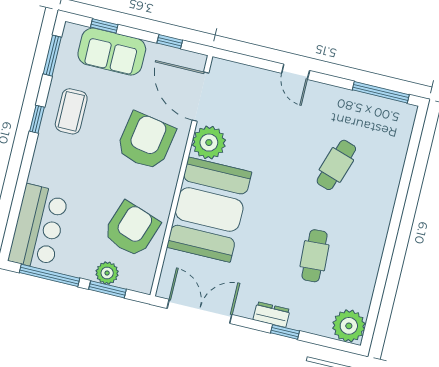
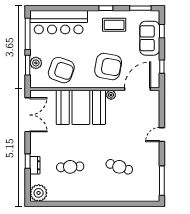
plant: (209, 143) -> (111, 95), width x0.53, depth x0.53
bar counter: (38, 227) -> (59, 22), width x1.36
dresser: (272, 315) -> (35, 165), moved

